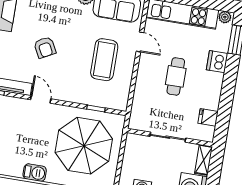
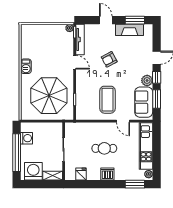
door: (140, 42) -> (123, 121), hinge flipped
coffee table: (104, 60) -> (108, 100), turned 90
dishwasher: (217, 62) -> (107, 174), moved
door: (41, 99) -> (75, 62), hinge flipped

